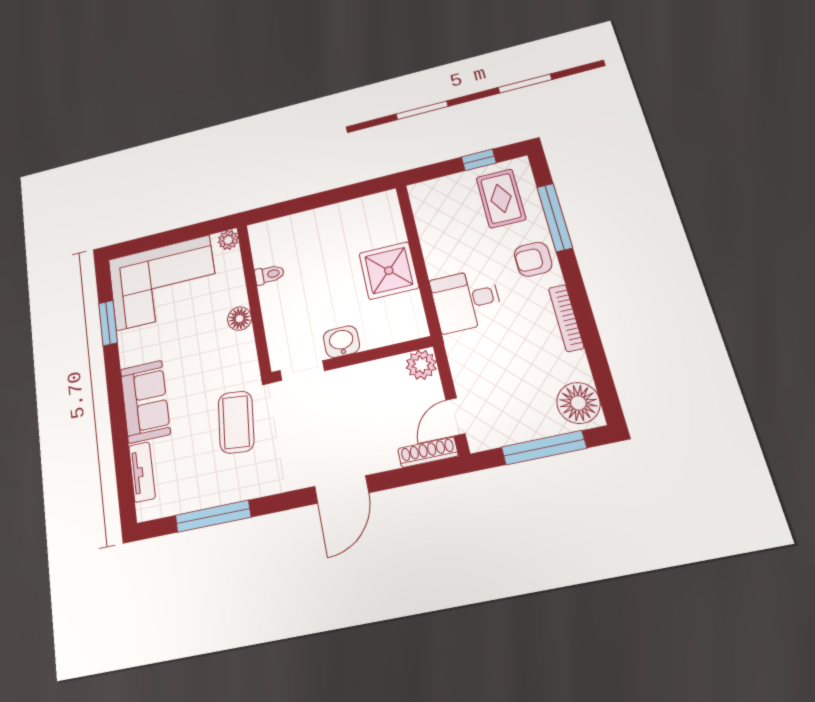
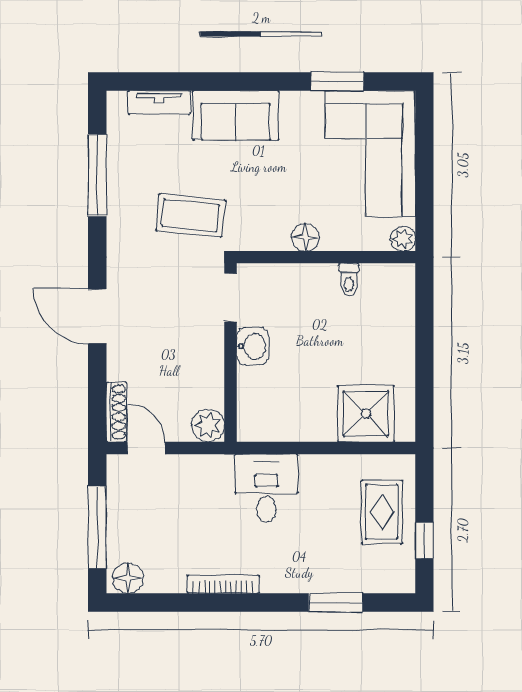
rug: (501, 198) -> (382, 512), moved, turned 90
window: (555, 217) -> (336, 603), width x0.69
armchair: (533, 259) -> (295, 568), removed
shower: (389, 271) -> (366, 414), moved
floor lamp: (578, 403) -> (128, 578), width x0.73, depth x0.73

